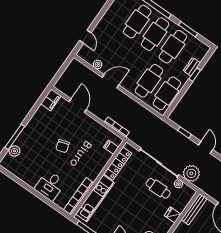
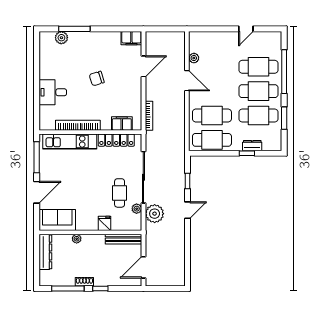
door: (85, 37) -> (246, 29), moved
filing cabinet: (111, 147) -> (122, 124), width x2.00
bookcase: (79, 196) -> (78, 125), moved

